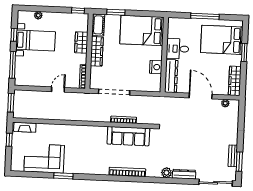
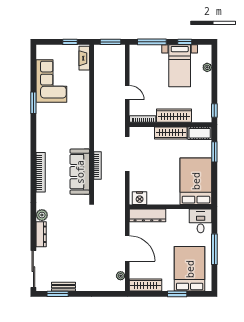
wardrobe: (81, 42) -> (174, 116), width x1.50
desk: (178, 49) -> (201, 221), moved
nightstand: (156, 67) -> (140, 198), moved
door: (201, 96) -> (127, 248), hinge flipped

